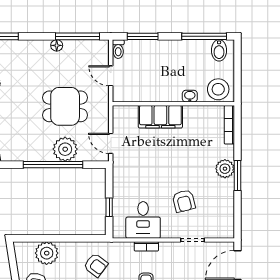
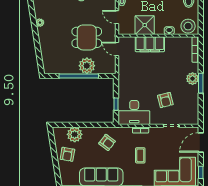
shower: (153, 88) -> (145, 25), added
door: (111, 143) -> (117, 49), moved
desk: (143, 220) -> (134, 113), width x1.37

